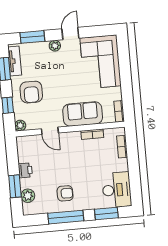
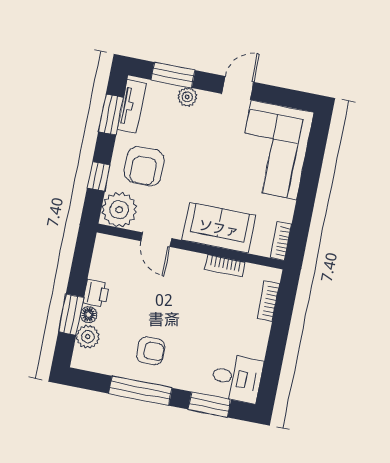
plant: (55, 46) -> (187, 97), moved
plant: (20, 125) -> (119, 210), width x1.87, depth x1.87
floor lamp: (25, 183) -> (89, 315), added
desk: (117, 190) -> (237, 378), width x0.73

